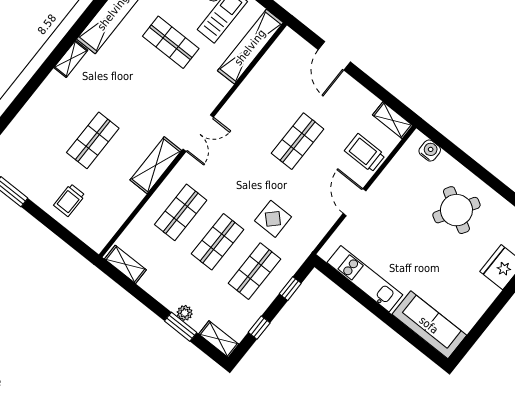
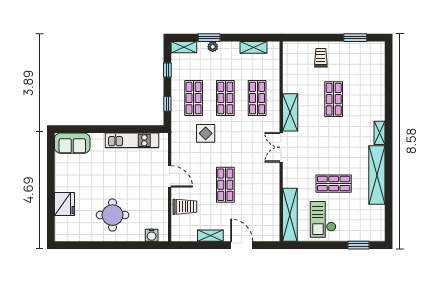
shelving: (393, 120) -> (210, 236), moved
round table: (456, 210) -> (112, 215), turned -31
shelving: (125, 264) -> (254, 47), moved
sofa: (429, 325) -> (72, 143), width x0.73

